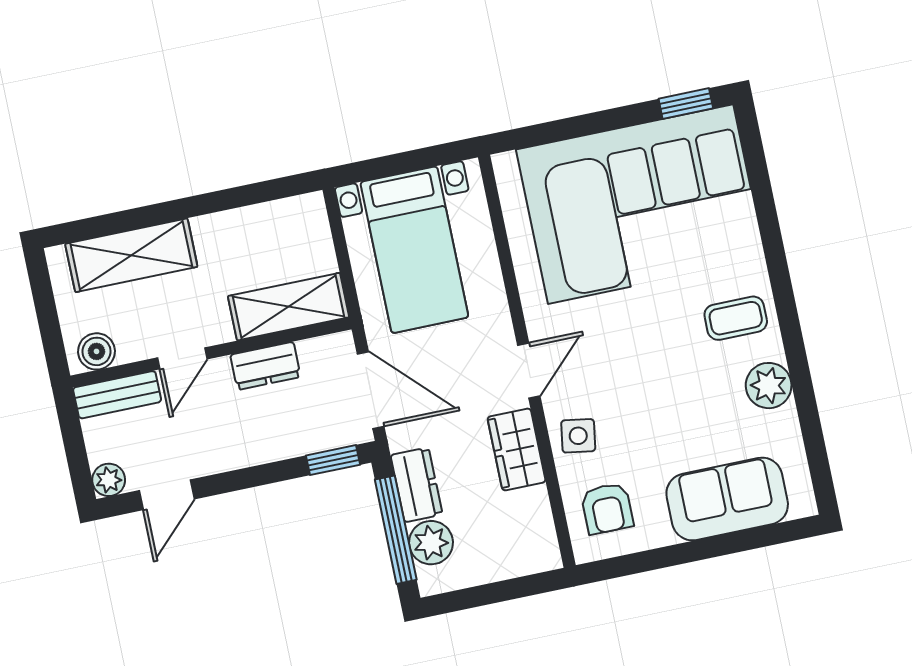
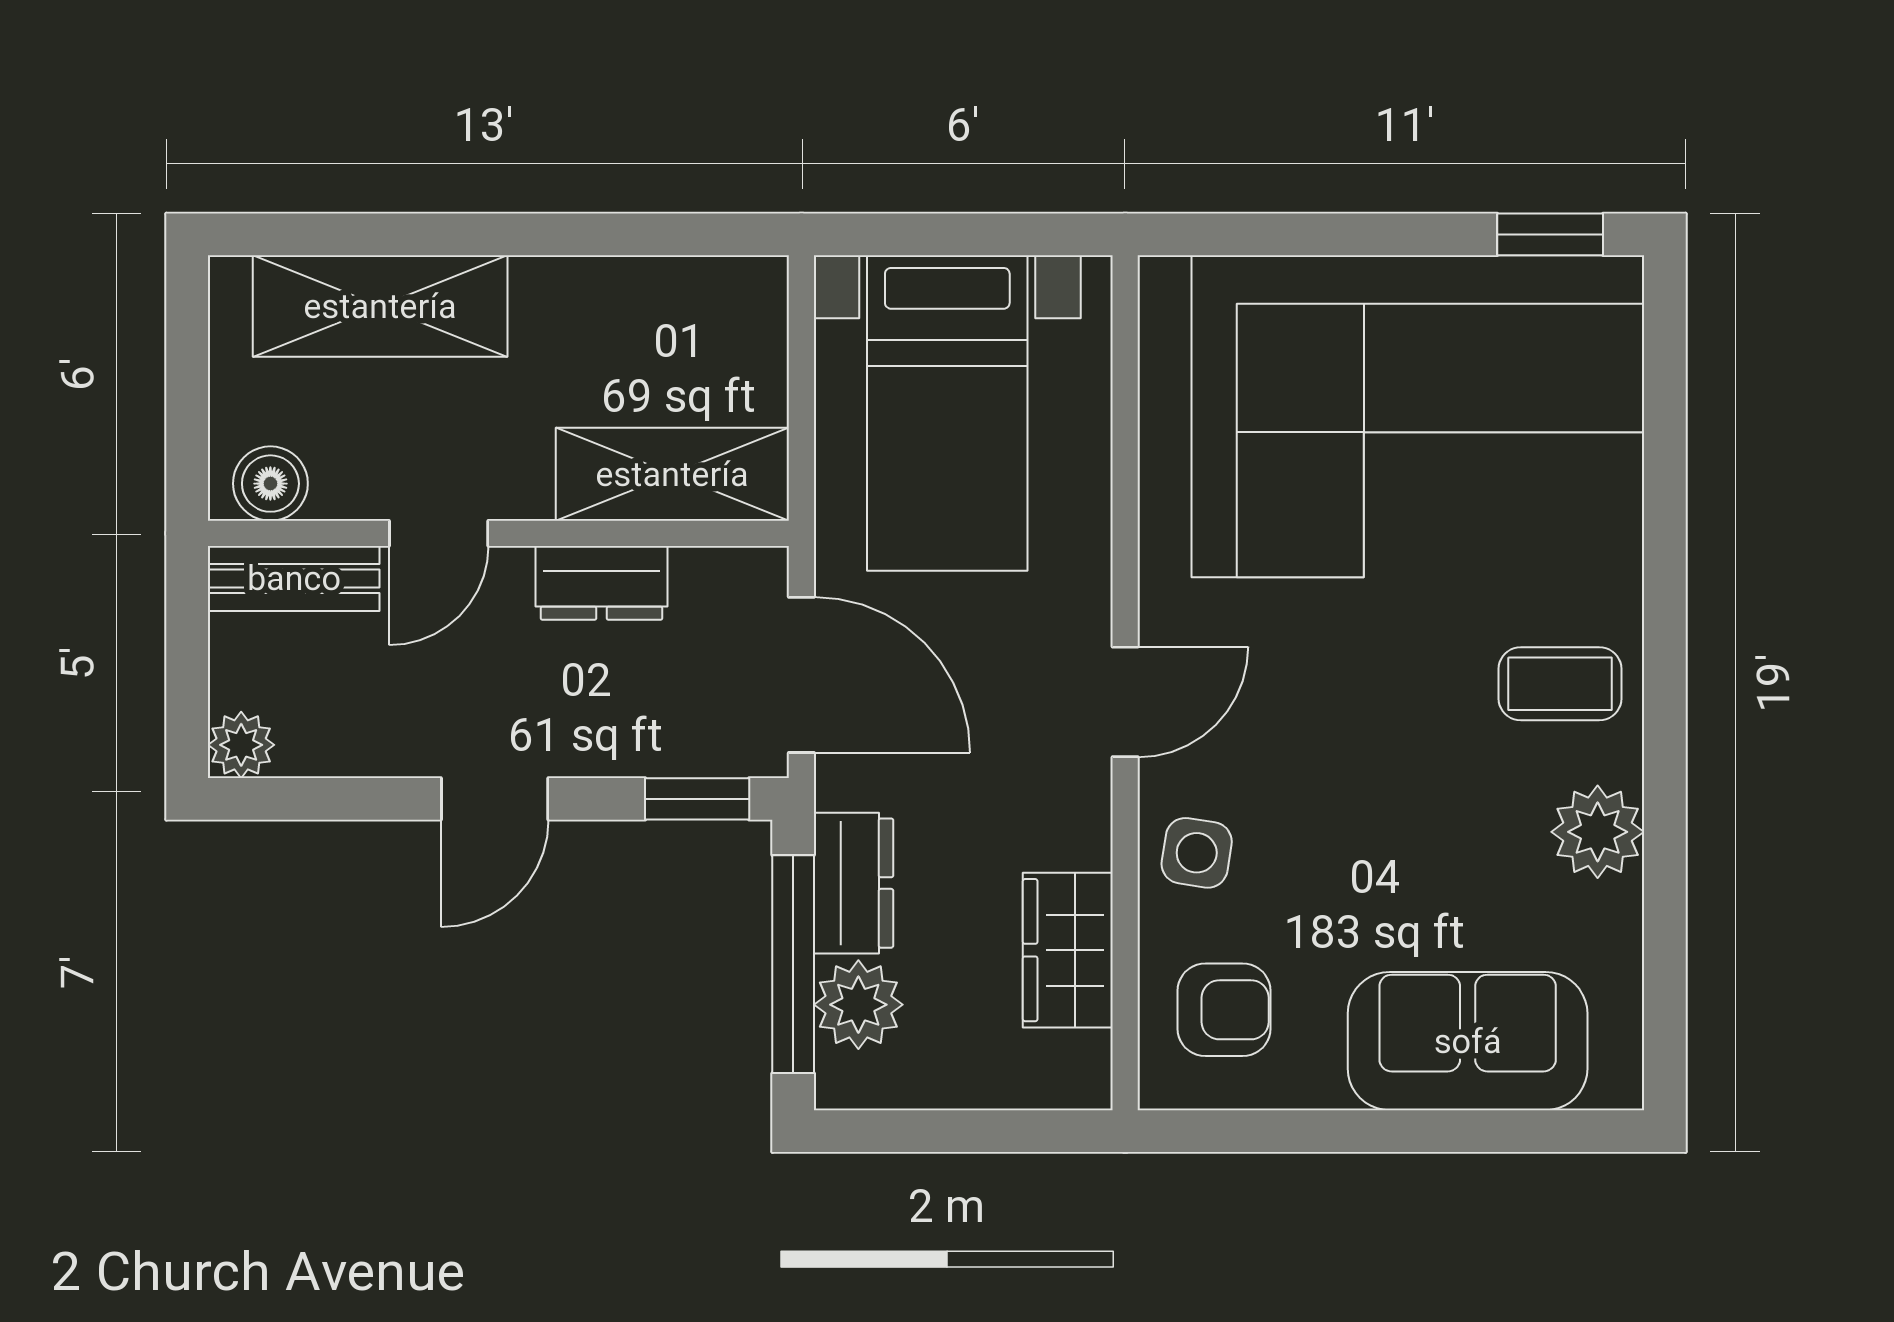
wardrobe: (517, 449) -> (1068, 950), moved
door: (167, 495) -> (495, 799), moved
armchair: (607, 508) -> (1224, 1010), turned -90

